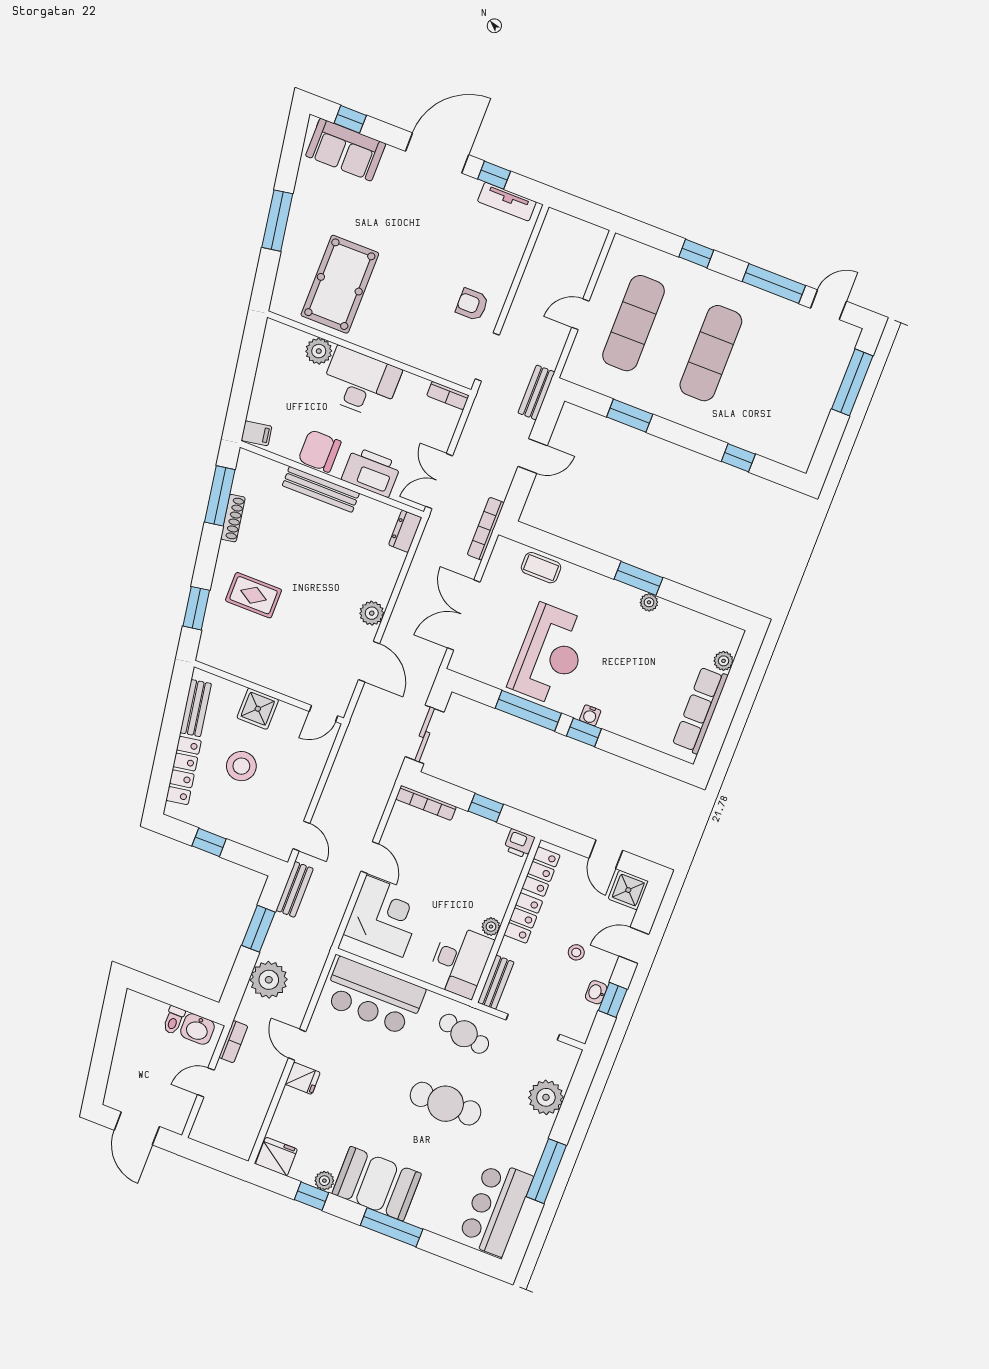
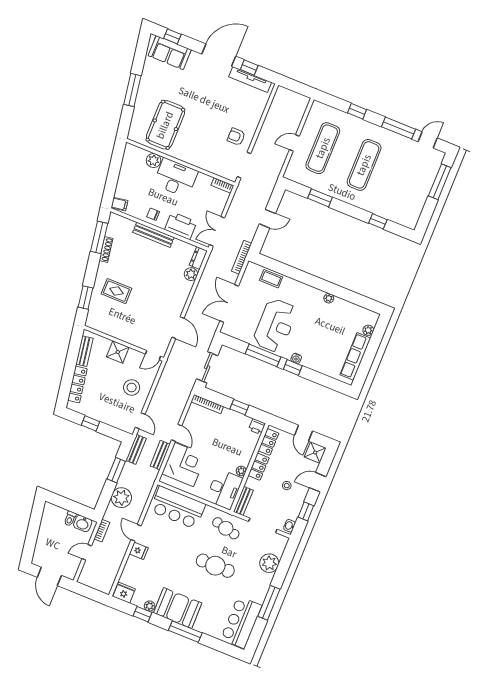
tv unit: (507, 202) -> (250, 80), width x1.41
bench: (536, 392) -> (160, 455), moved
chair: (320, 451) -> (153, 214), width x0.54, depth x0.54
window: (639, 578) -> (323, 285), removed
plant: (372, 613) -> (191, 274), moved
stool: (241, 766) -> (132, 387), moved
washbasin: (596, 992) -> (289, 526), moved

